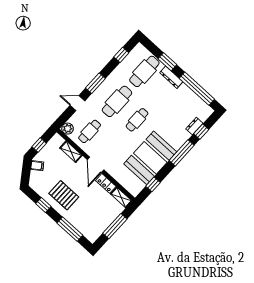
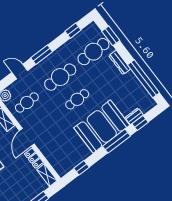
window: (167, 62) -> (111, 36), moved
booth: (150, 158) -> (102, 126), moved

